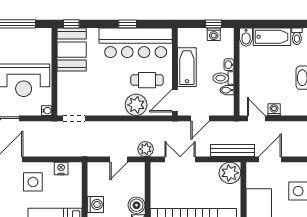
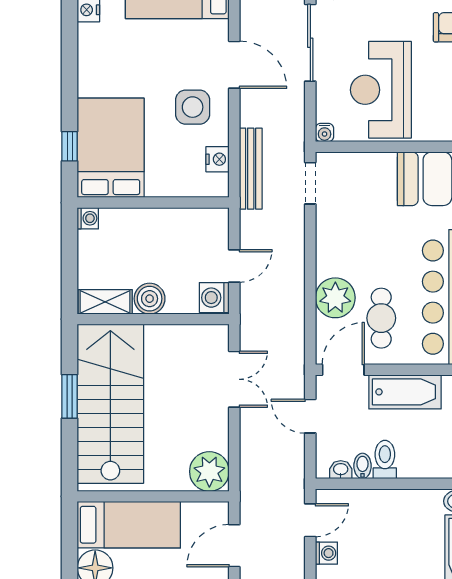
washbasin: (229, 65) -> (341, 470), moved
door: (175, 101) -> (343, 370), hinge flipped
plant: (146, 149) -> (253, 315), removed
bench: (233, 151) -> (251, 169), moved
door: (119, 159) -> (234, 266), swing flipped
door: (270, 159) -> (234, 546), swing flipped
washing machine: (95, 204) -> (214, 298), moved, turned 90

